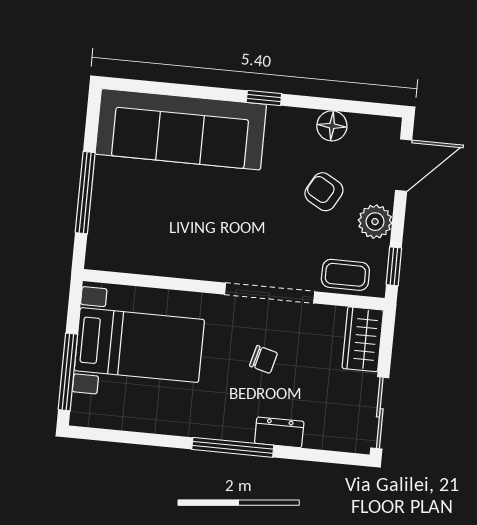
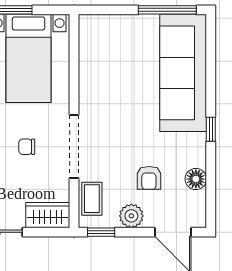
armchair: (324, 192) -> (149, 178), turned 150
window: (85, 193) -> (167, 10), moved
chair: (264, 359) -> (27, 147), turned 75

